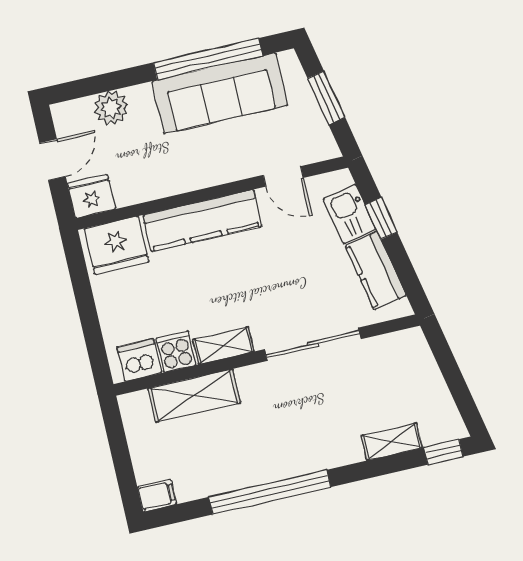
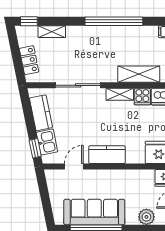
window: (326, 98) -> (45, 198), removed
door: (283, 176) -> (74, 167), hinge flipped
window: (381, 218) -> (35, 148), moved
kitchen counter: (203, 221) -> (107, 155), width x0.67
locker: (425, 373) -> (29, 60), added

